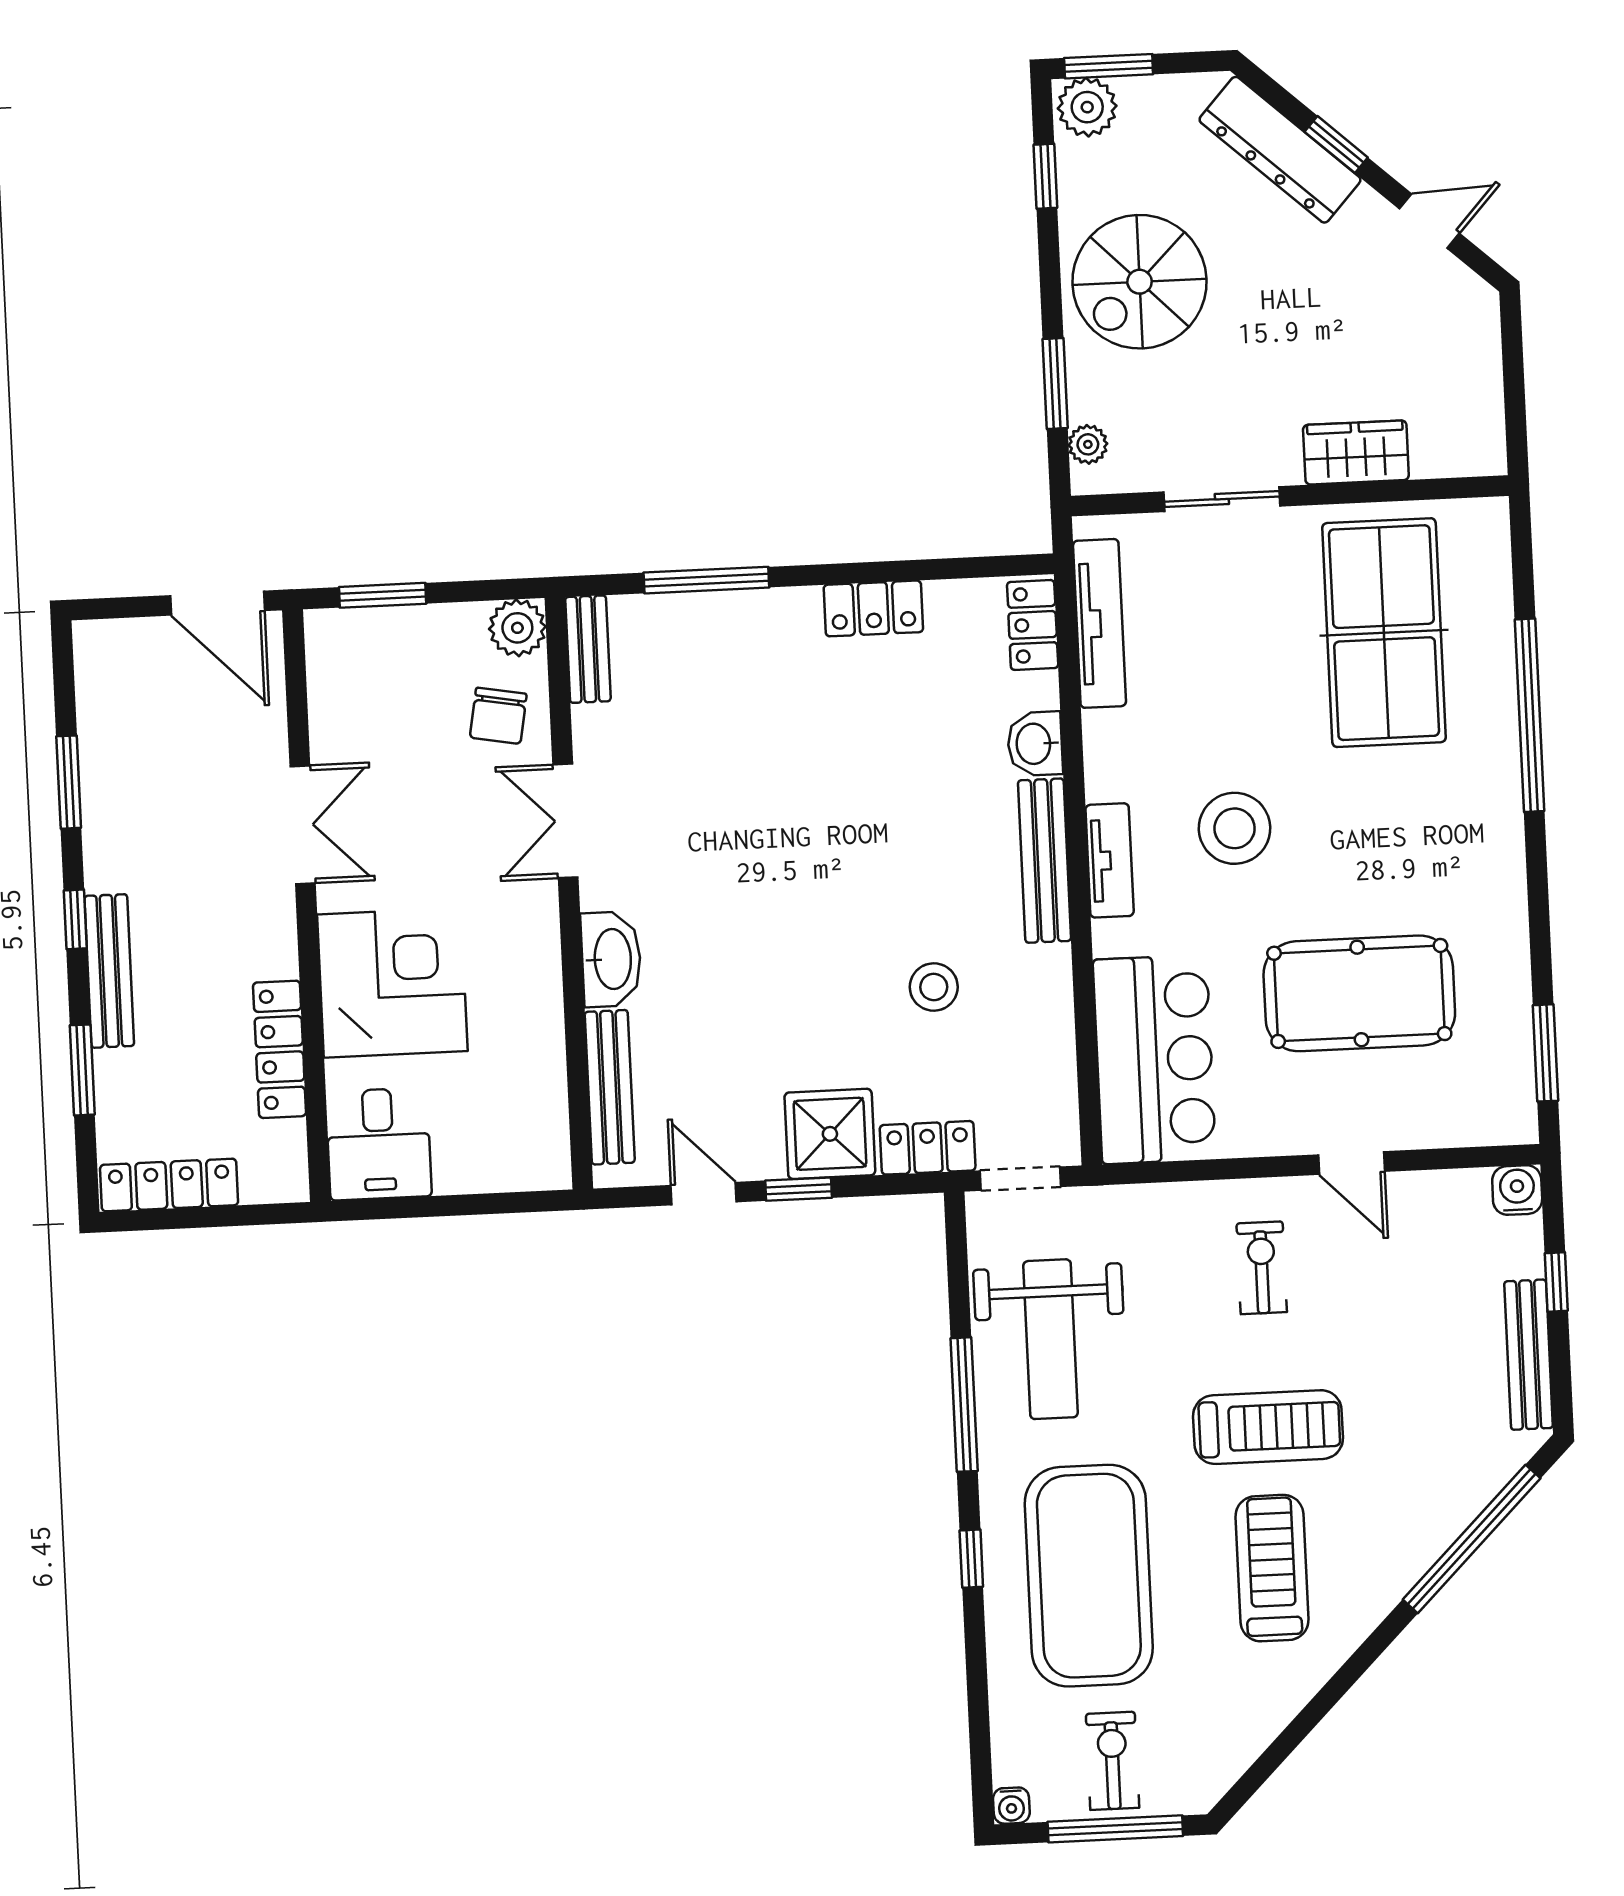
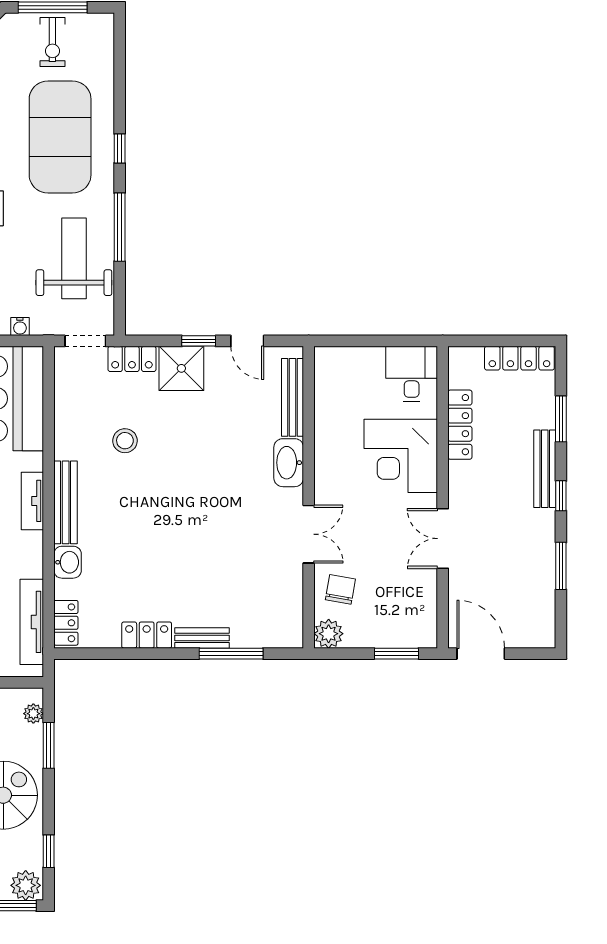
bench: (588, 649) -> (202, 638), moved, turned 90
water cooler: (1011, 1806) -> (20, 327), moved, turned 180

